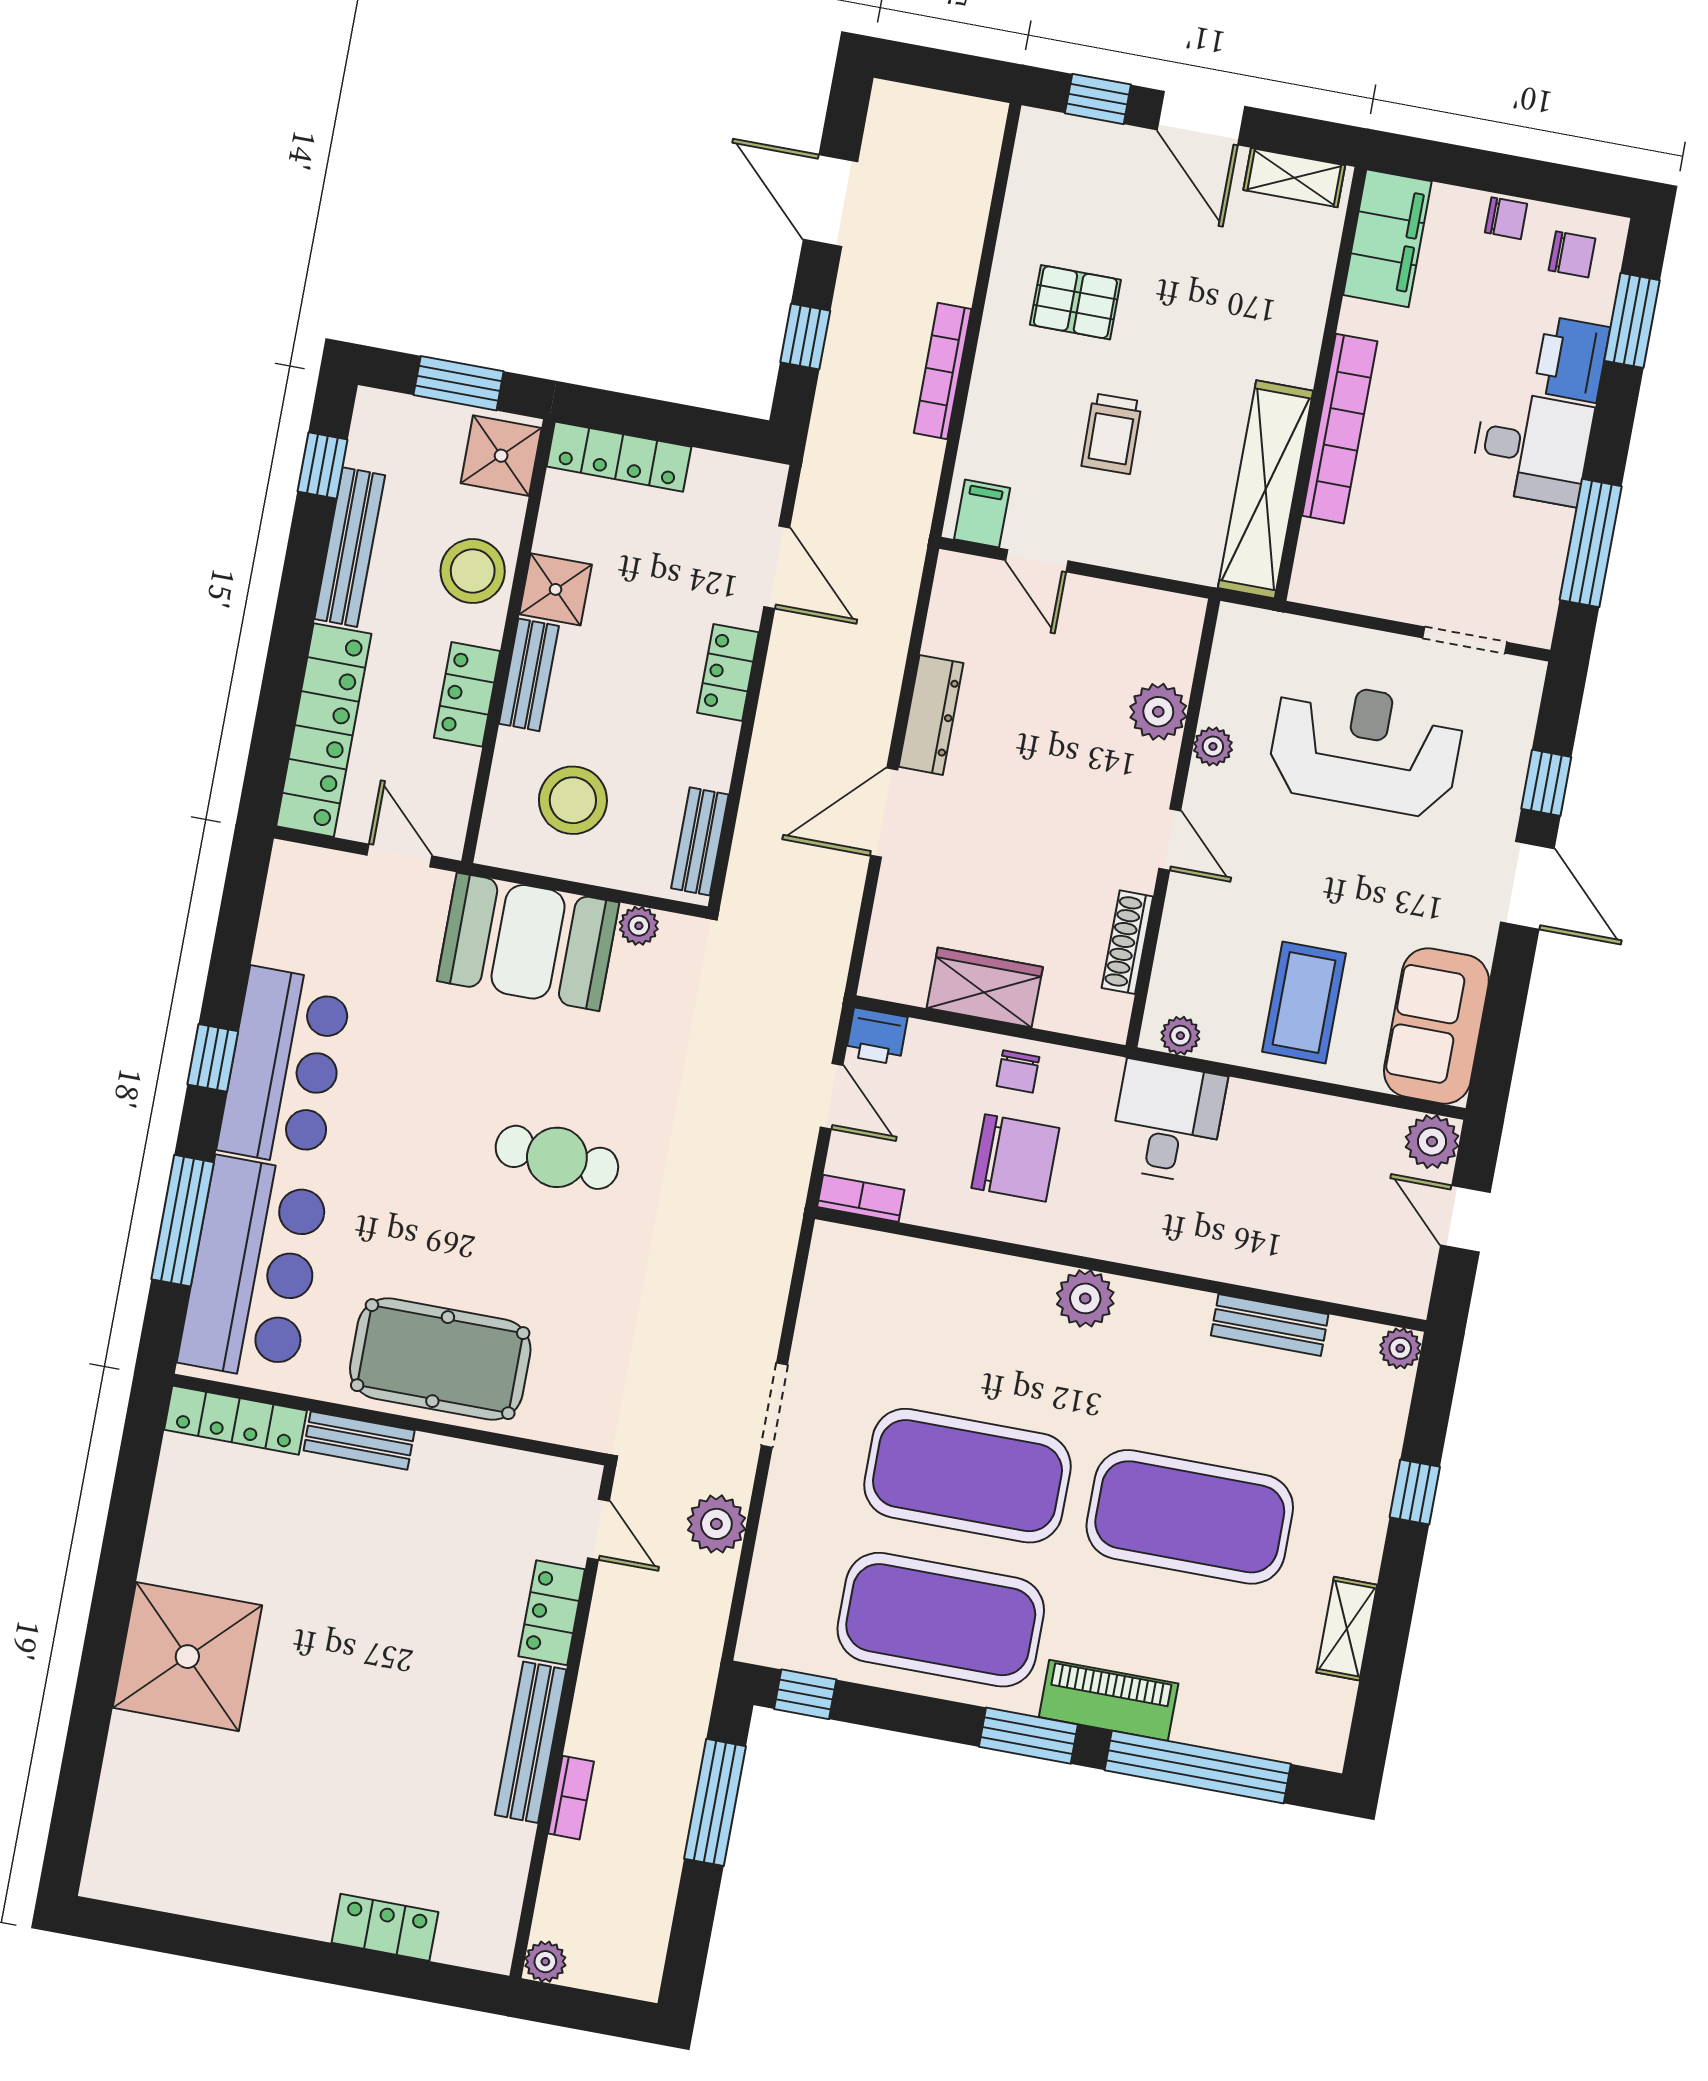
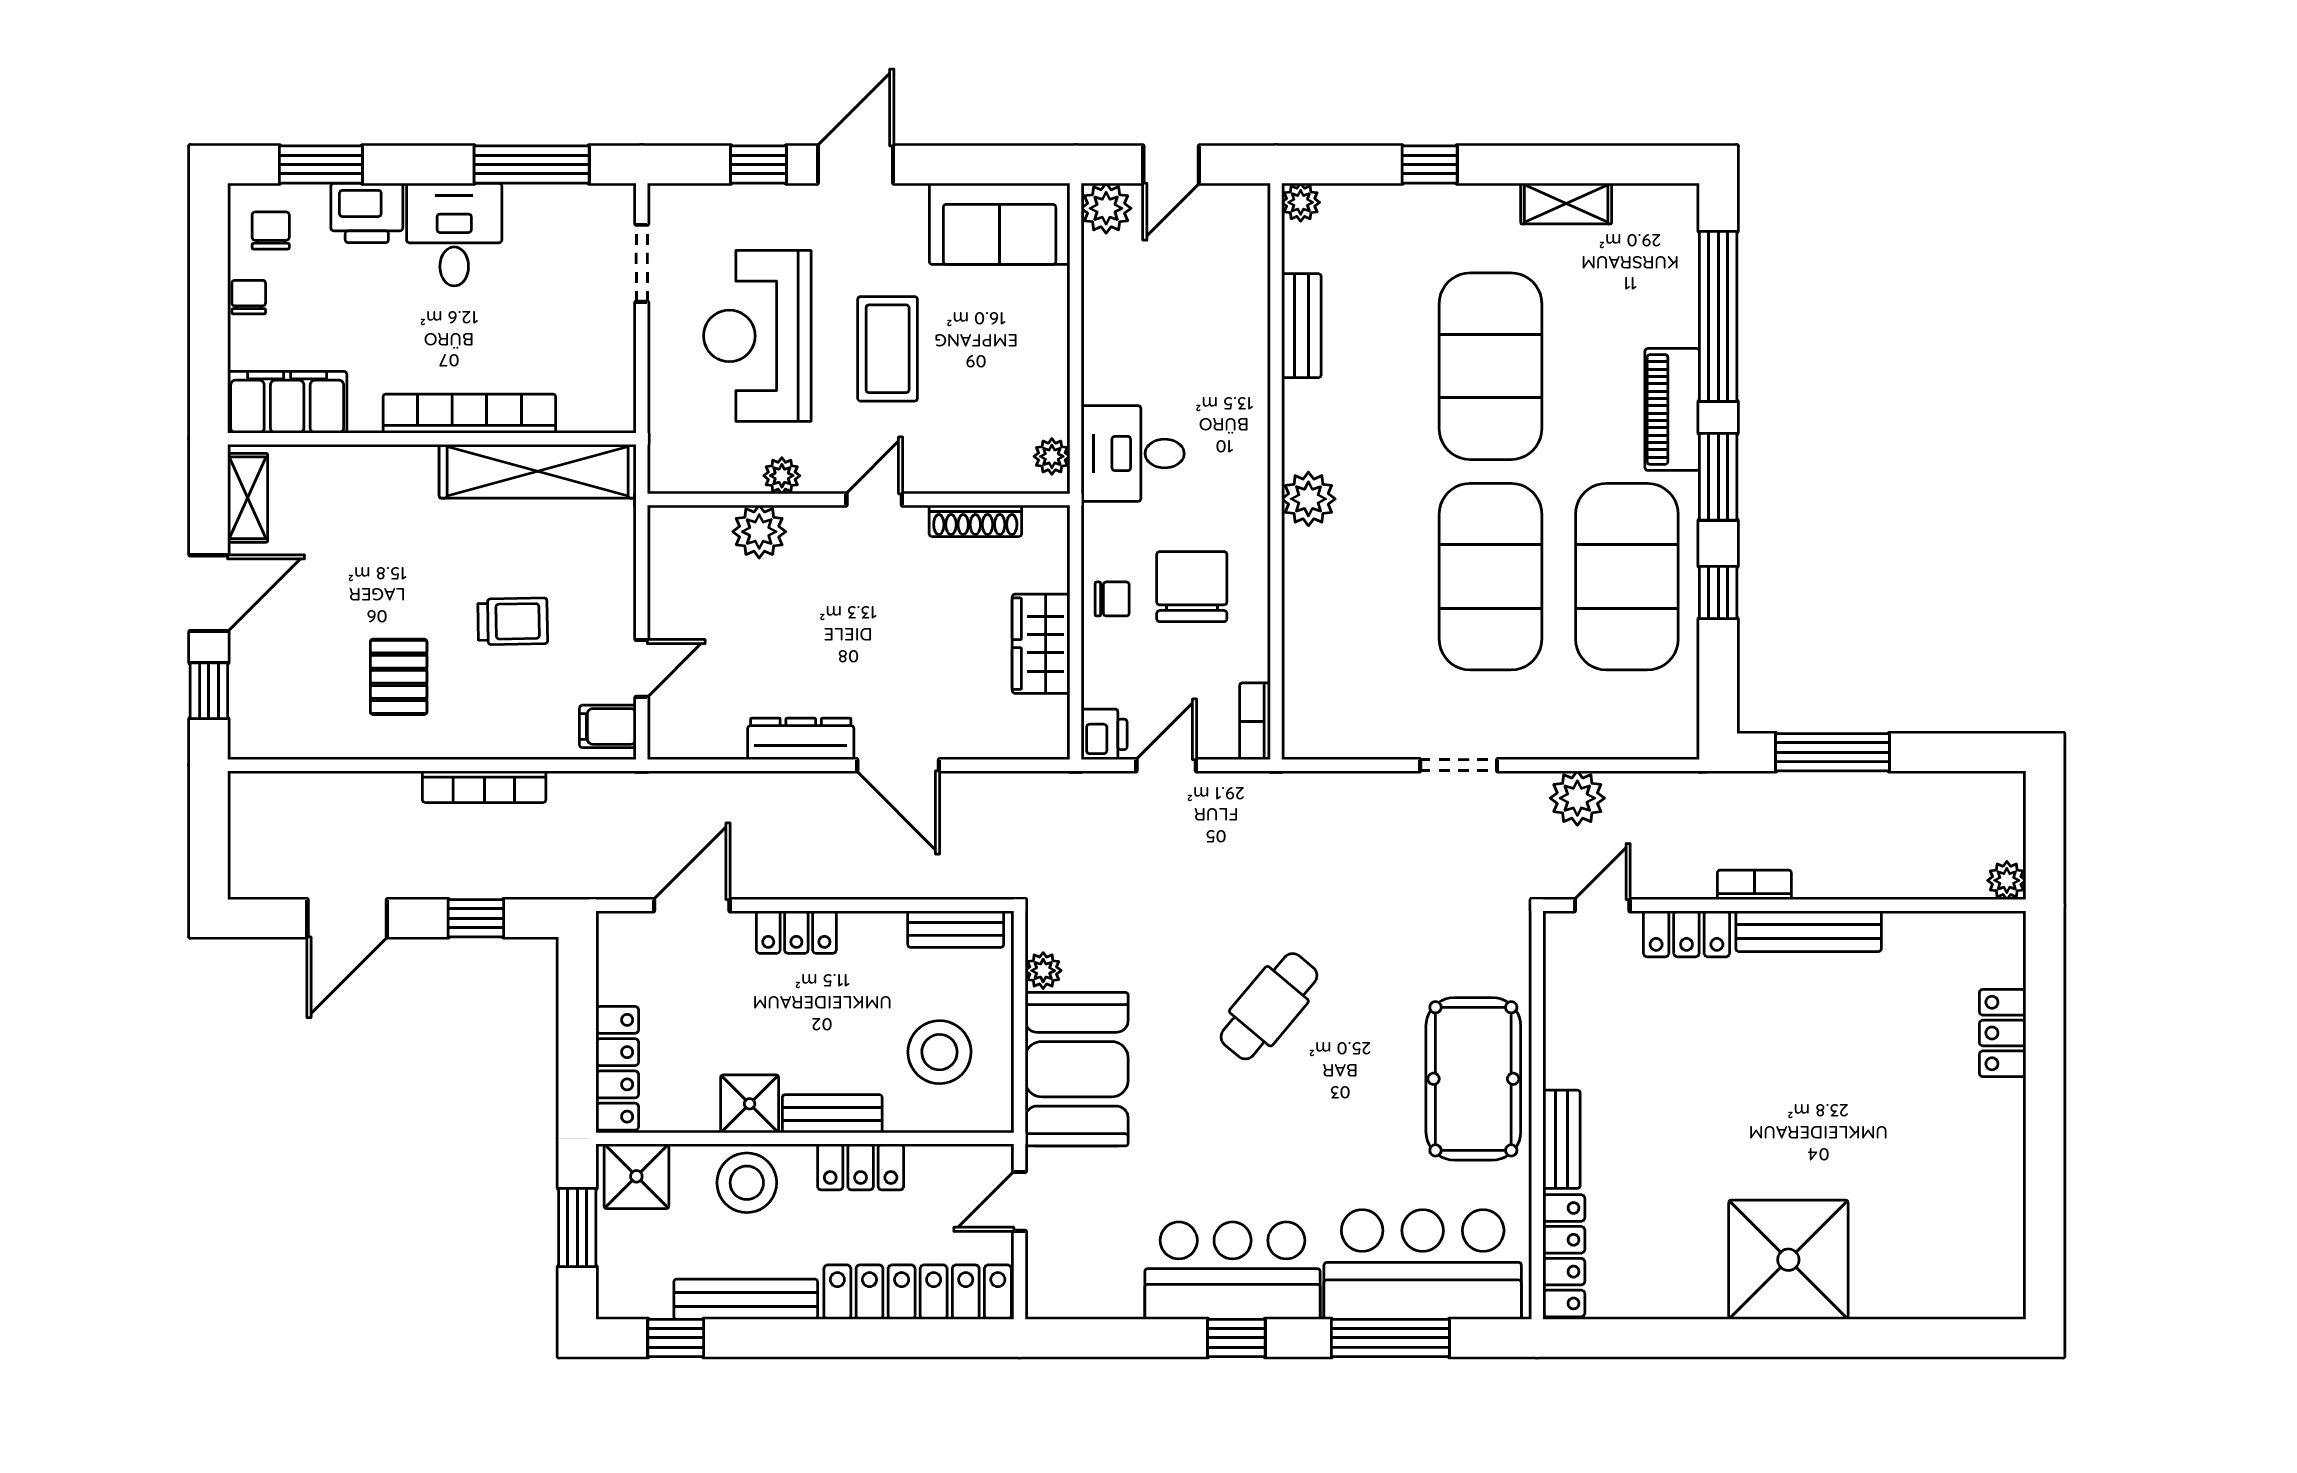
coffee table: (1304, 1003) -> (888, 349), moved, turned 90
cafe table: (557, 1157) -> (1269, 1006), turned 36
window: (805, 1694) -> (1718, 593), moved
bookcase: (571, 1798) -> (1754, 885), moved

